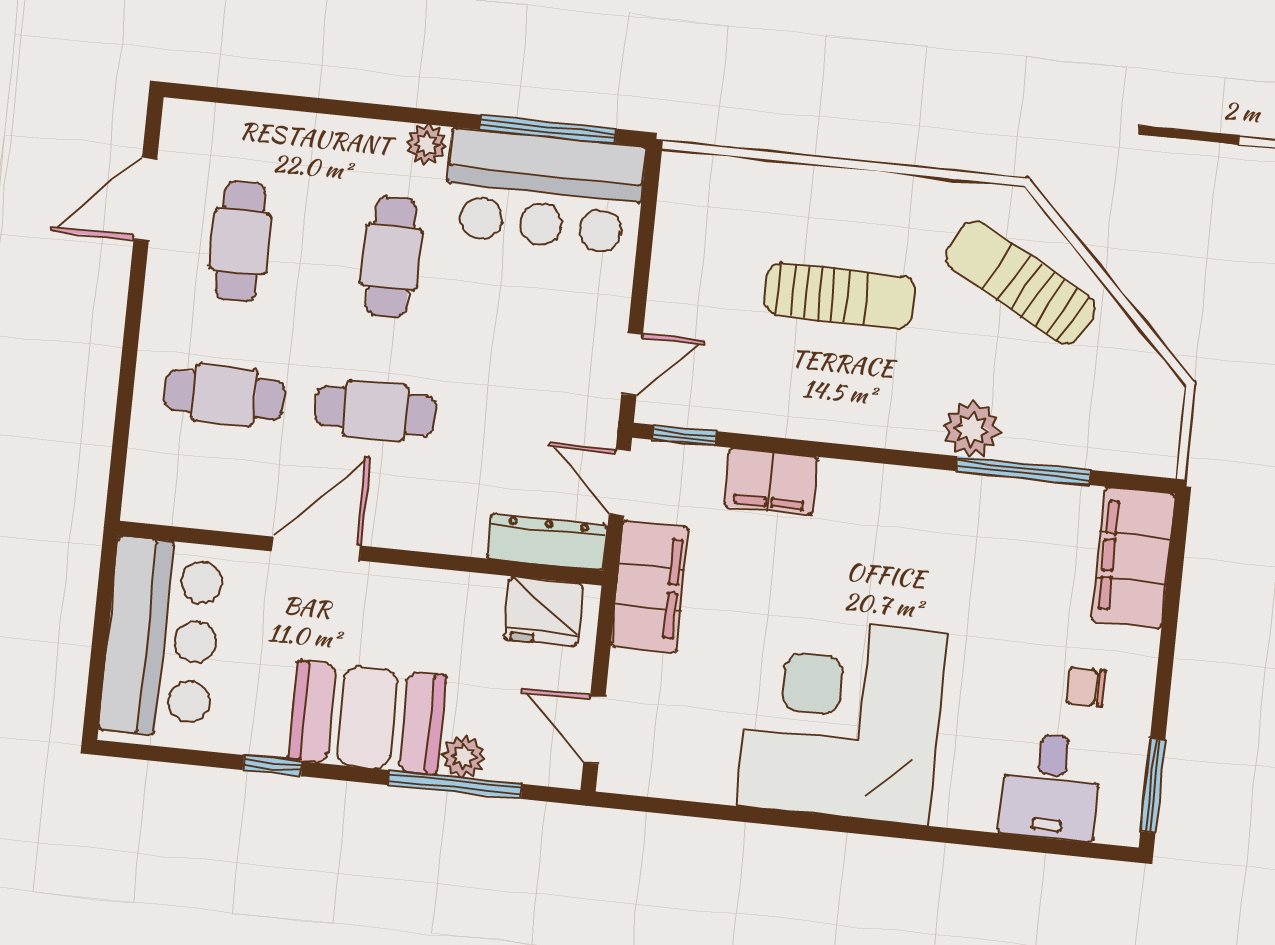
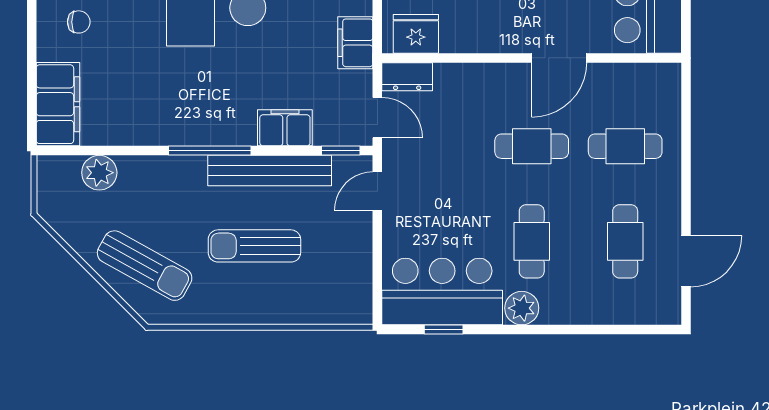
window: (548, 129) -> (444, 330), width x0.46
plant: (427, 144) -> (522, 308), width x1.38, depth x1.38
bench: (803, 415) -> (270, 171), added
plant: (972, 429) -> (99, 173), moved
window: (1023, 470) -> (210, 151), moved
dresser: (547, 542) -> (407, 77), width x0.70
filing cabinet: (650, 586) -> (355, 43), width x0.67, depth x0.86

